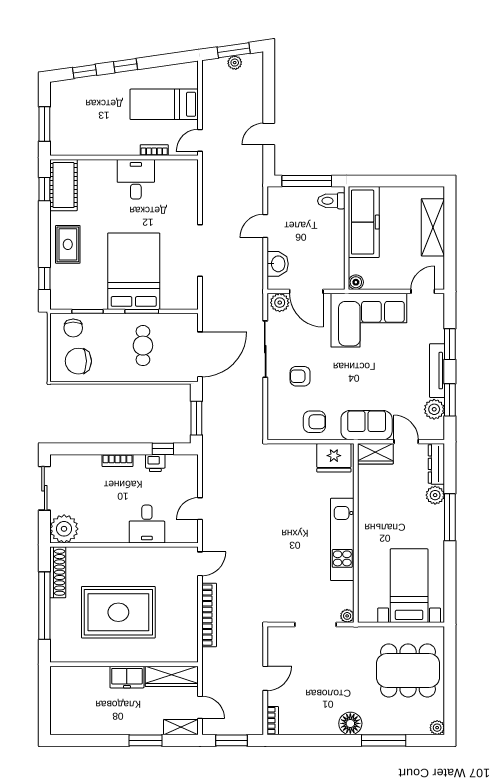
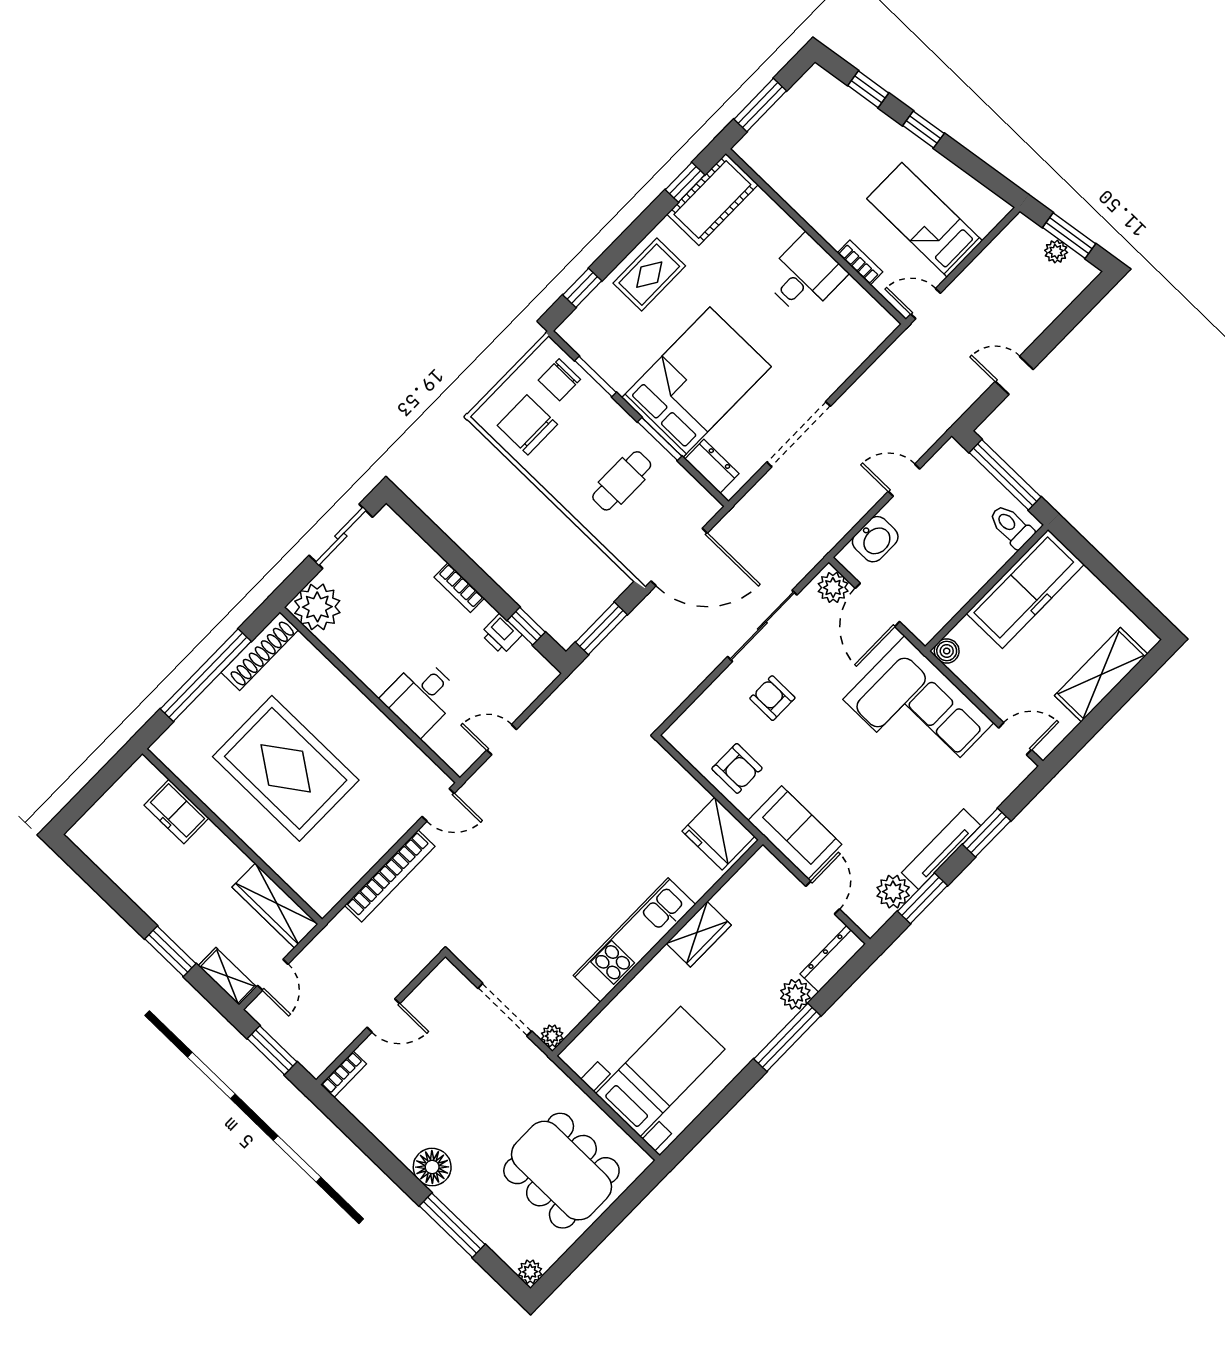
dresser: (176, 301) -> (712, 466), added
wardrobe: (375, 454) -> (699, 934), moved, turned -90
freezer: (127, 677) -> (176, 811), moved

